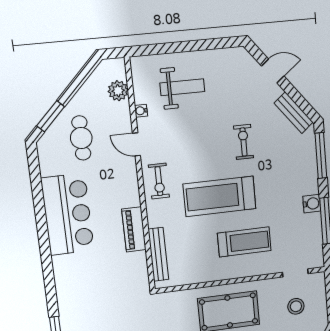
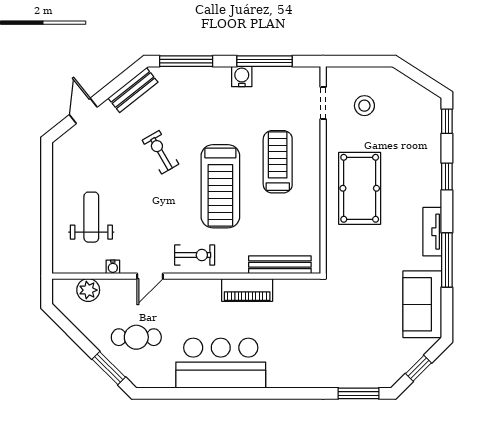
exercise bike: (244, 142) -> (160, 152), turned 60

